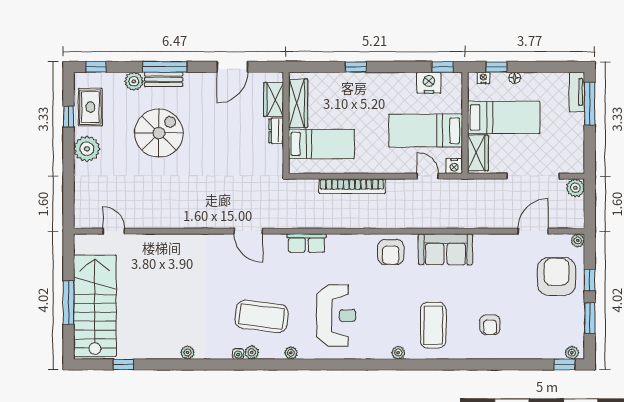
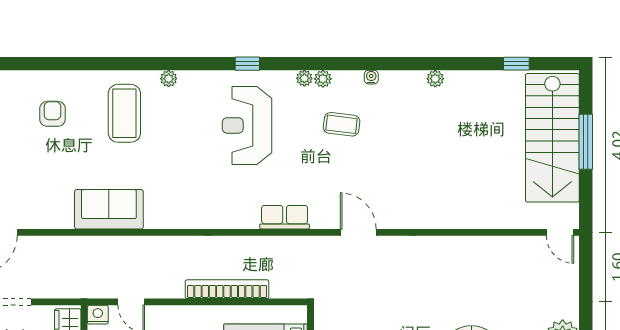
door: (114, 231) -> (560, 232), moved
armchair: (391, 252) -> (178, 206), removed
coffee table: (262, 316) -> (342, 124), width x0.54, depth x0.58
plant: (252, 352) -> (323, 79), moved
window: (336, 364) -> (247, 64), added

